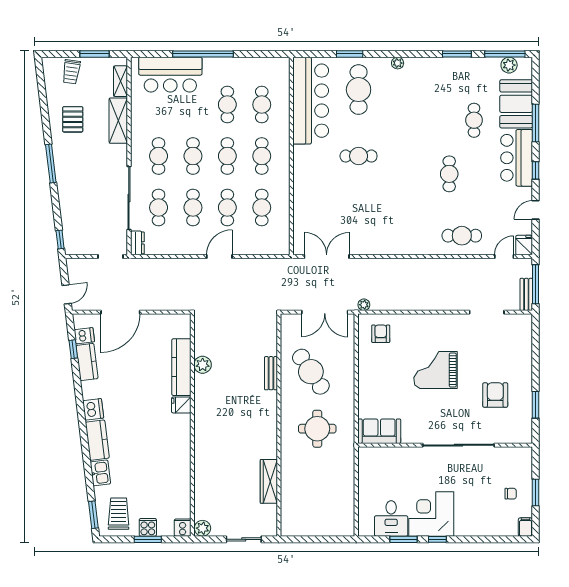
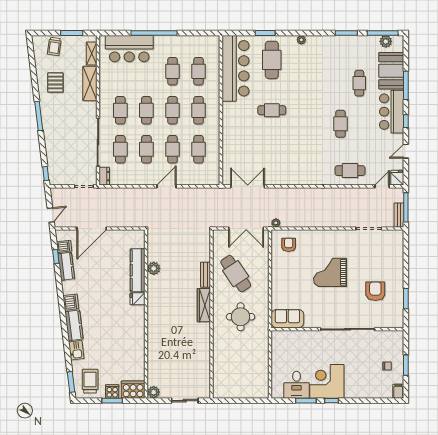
wardrobe: (269, 481) -> (204, 305), moved
cooker: (183, 528) -> (133, 390), width x1.87, depth x1.31

